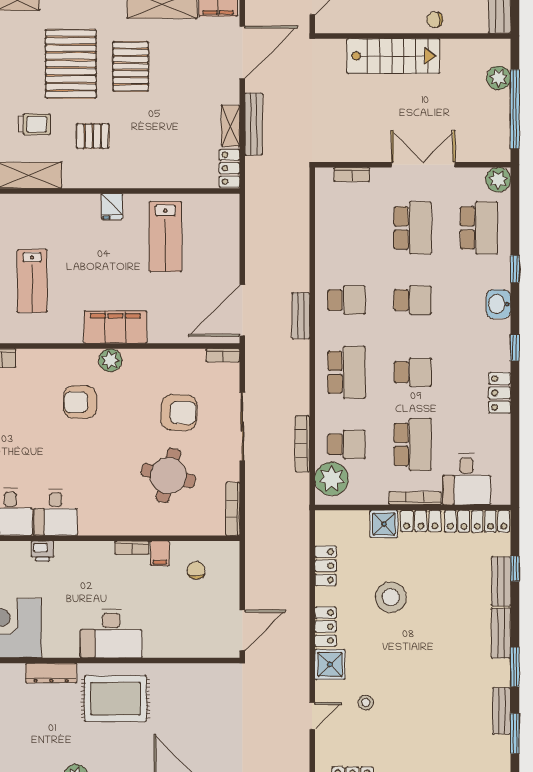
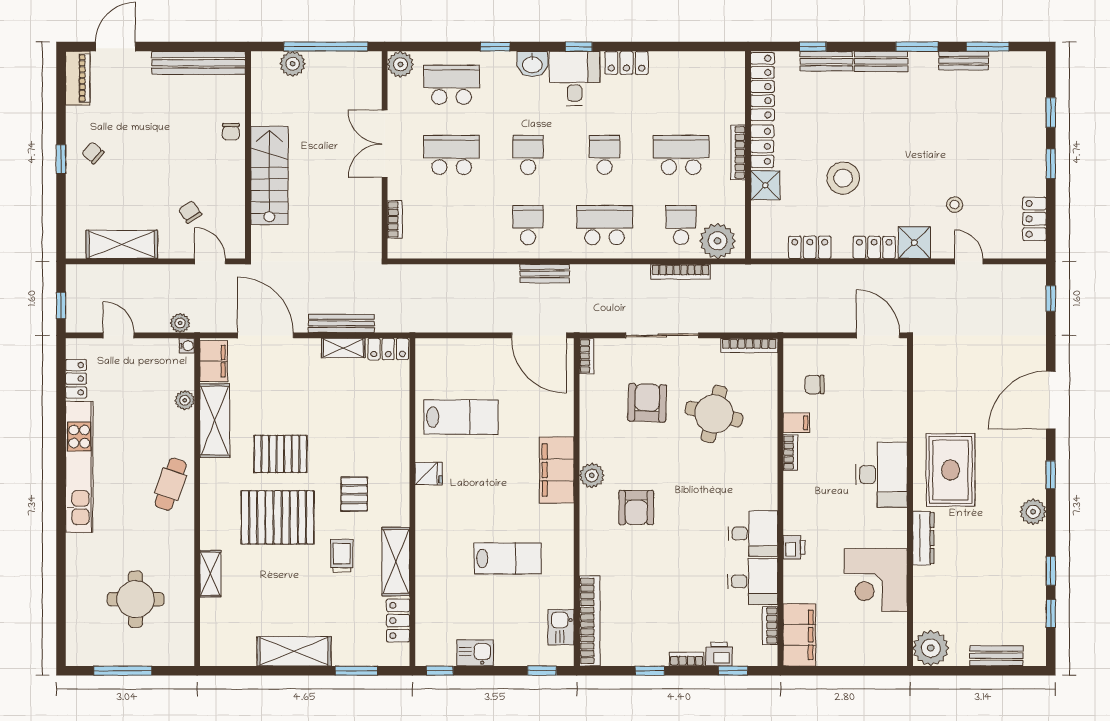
desk: (467, 479) -> (575, 78), moved, turned -90

